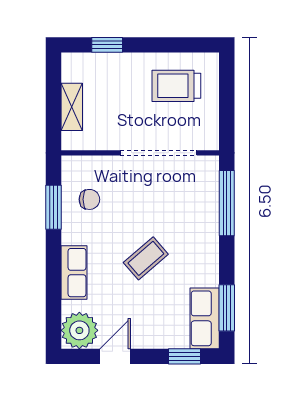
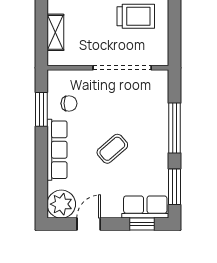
trolley: (176, 86) -> (136, 16), turned 180
window: (227, 203) -> (174, 128), moved
row of seats: (74, 273) -> (57, 150), width x1.48
row of seats: (205, 318) -> (145, 207), moved, turned 90

